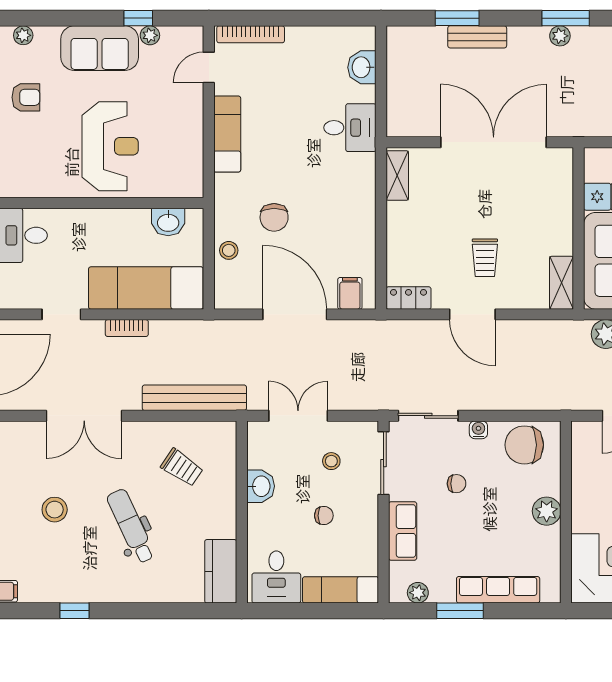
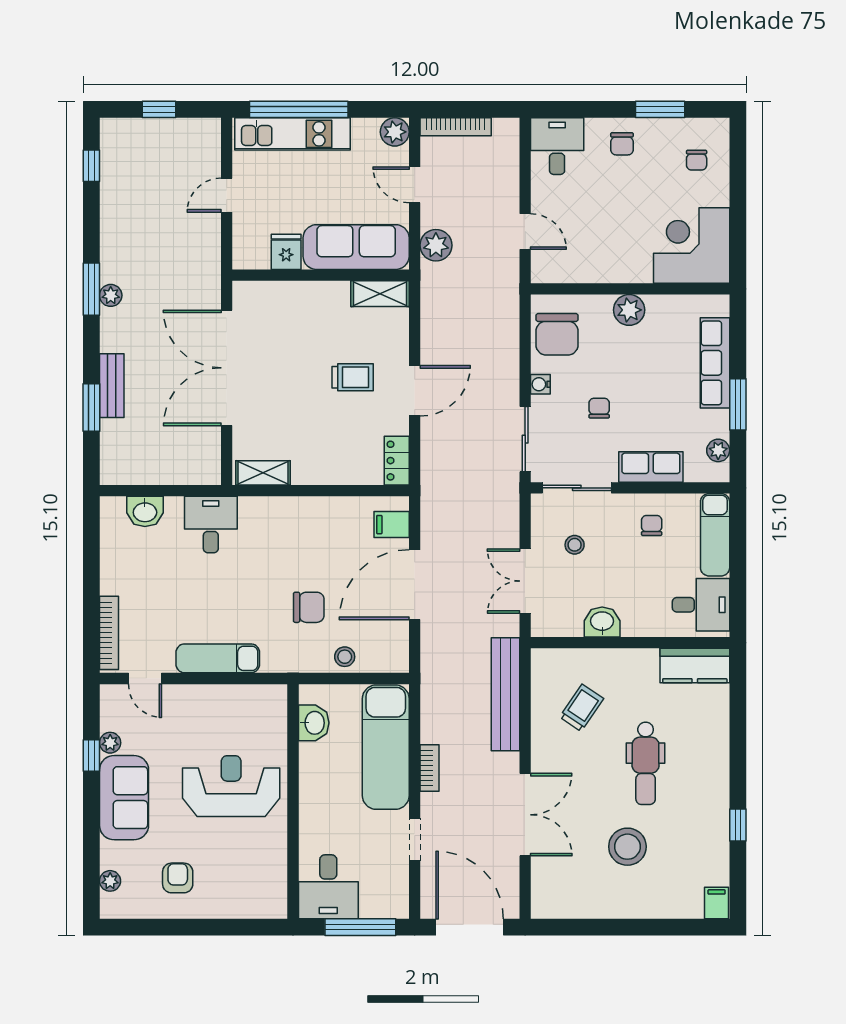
stool: (55, 510) -> (627, 847), width x1.38, depth x1.38
chair: (324, 516) -> (652, 525), moved
dental chair: (131, 526) -> (646, 763), turned -65

